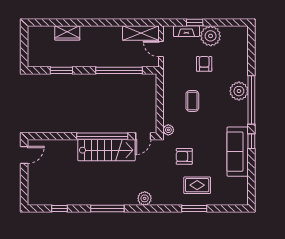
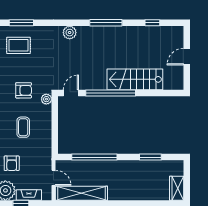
wardrobe: (67, 33) -> (177, 188), moved, turned -90
shelving: (141, 33) -> (81, 193), width x1.47
stairs: (106, 150) -> (135, 79), moved
door: (24, 155) -> (187, 57), moved
armchair: (184, 156) -> (24, 90), moved

